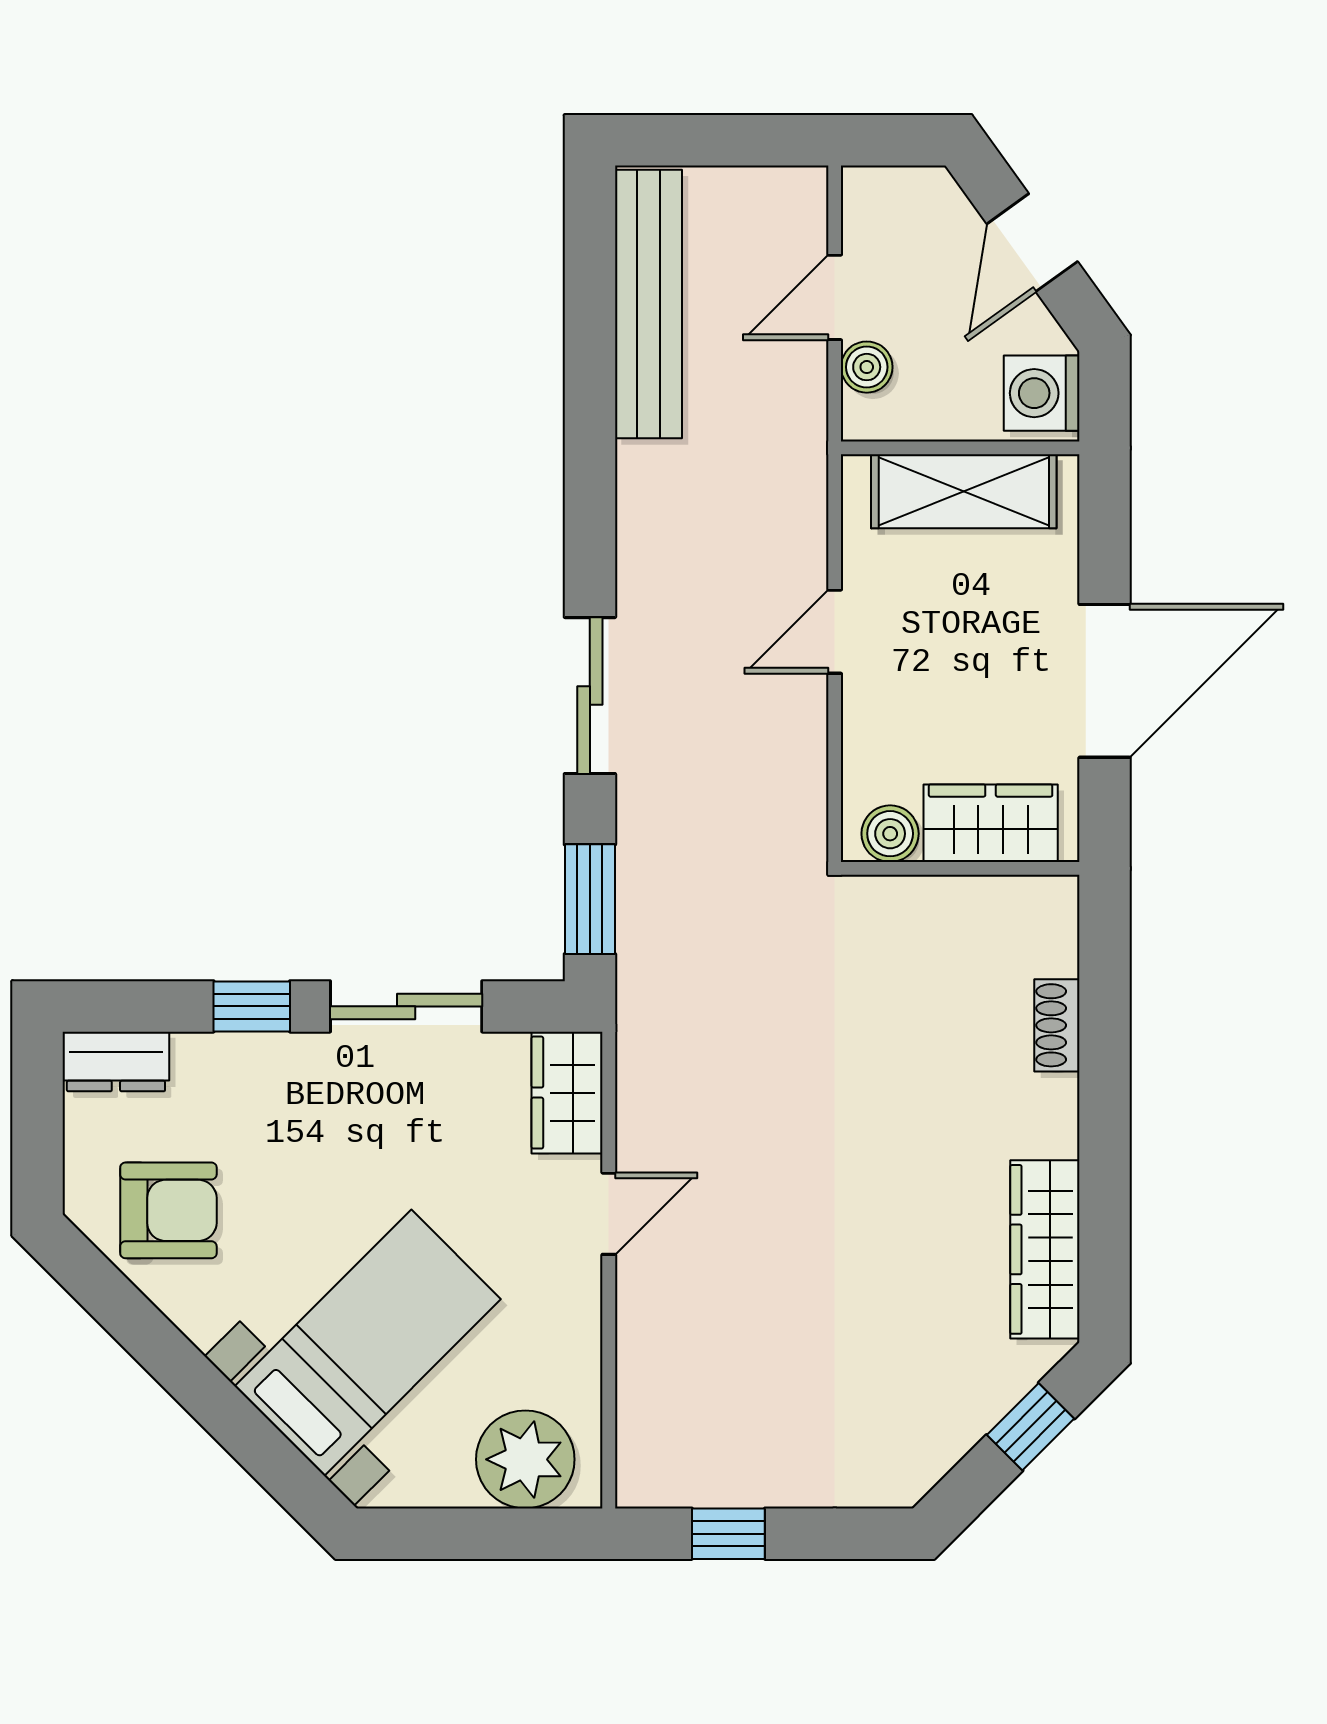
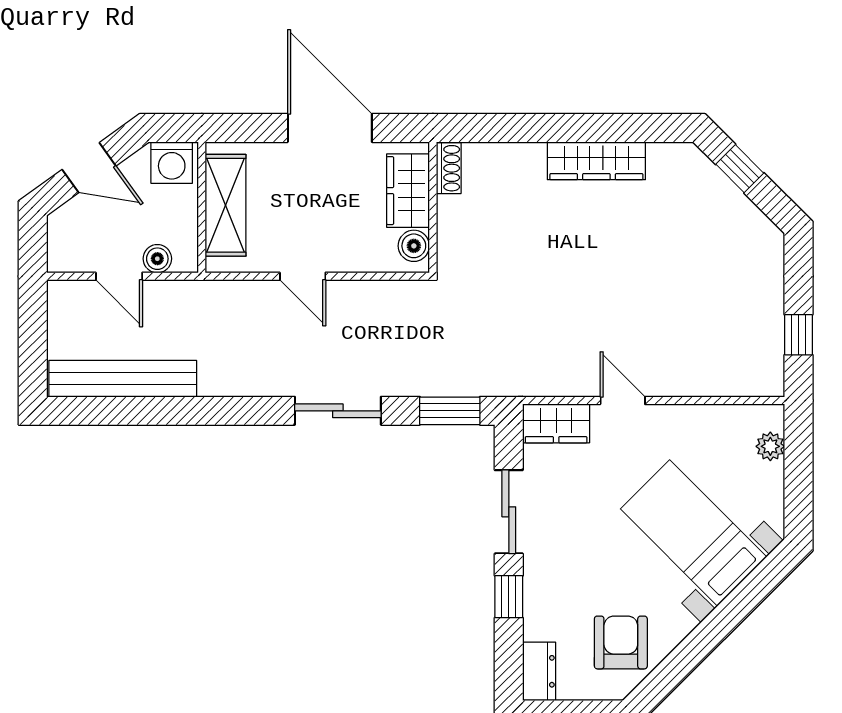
shoe rack: (1057, 1025) -> (449, 168), moved, turned -90
wardrobe: (1045, 1249) -> (596, 161), moved
plant: (525, 1459) -> (770, 446), width x0.53, depth x0.53

